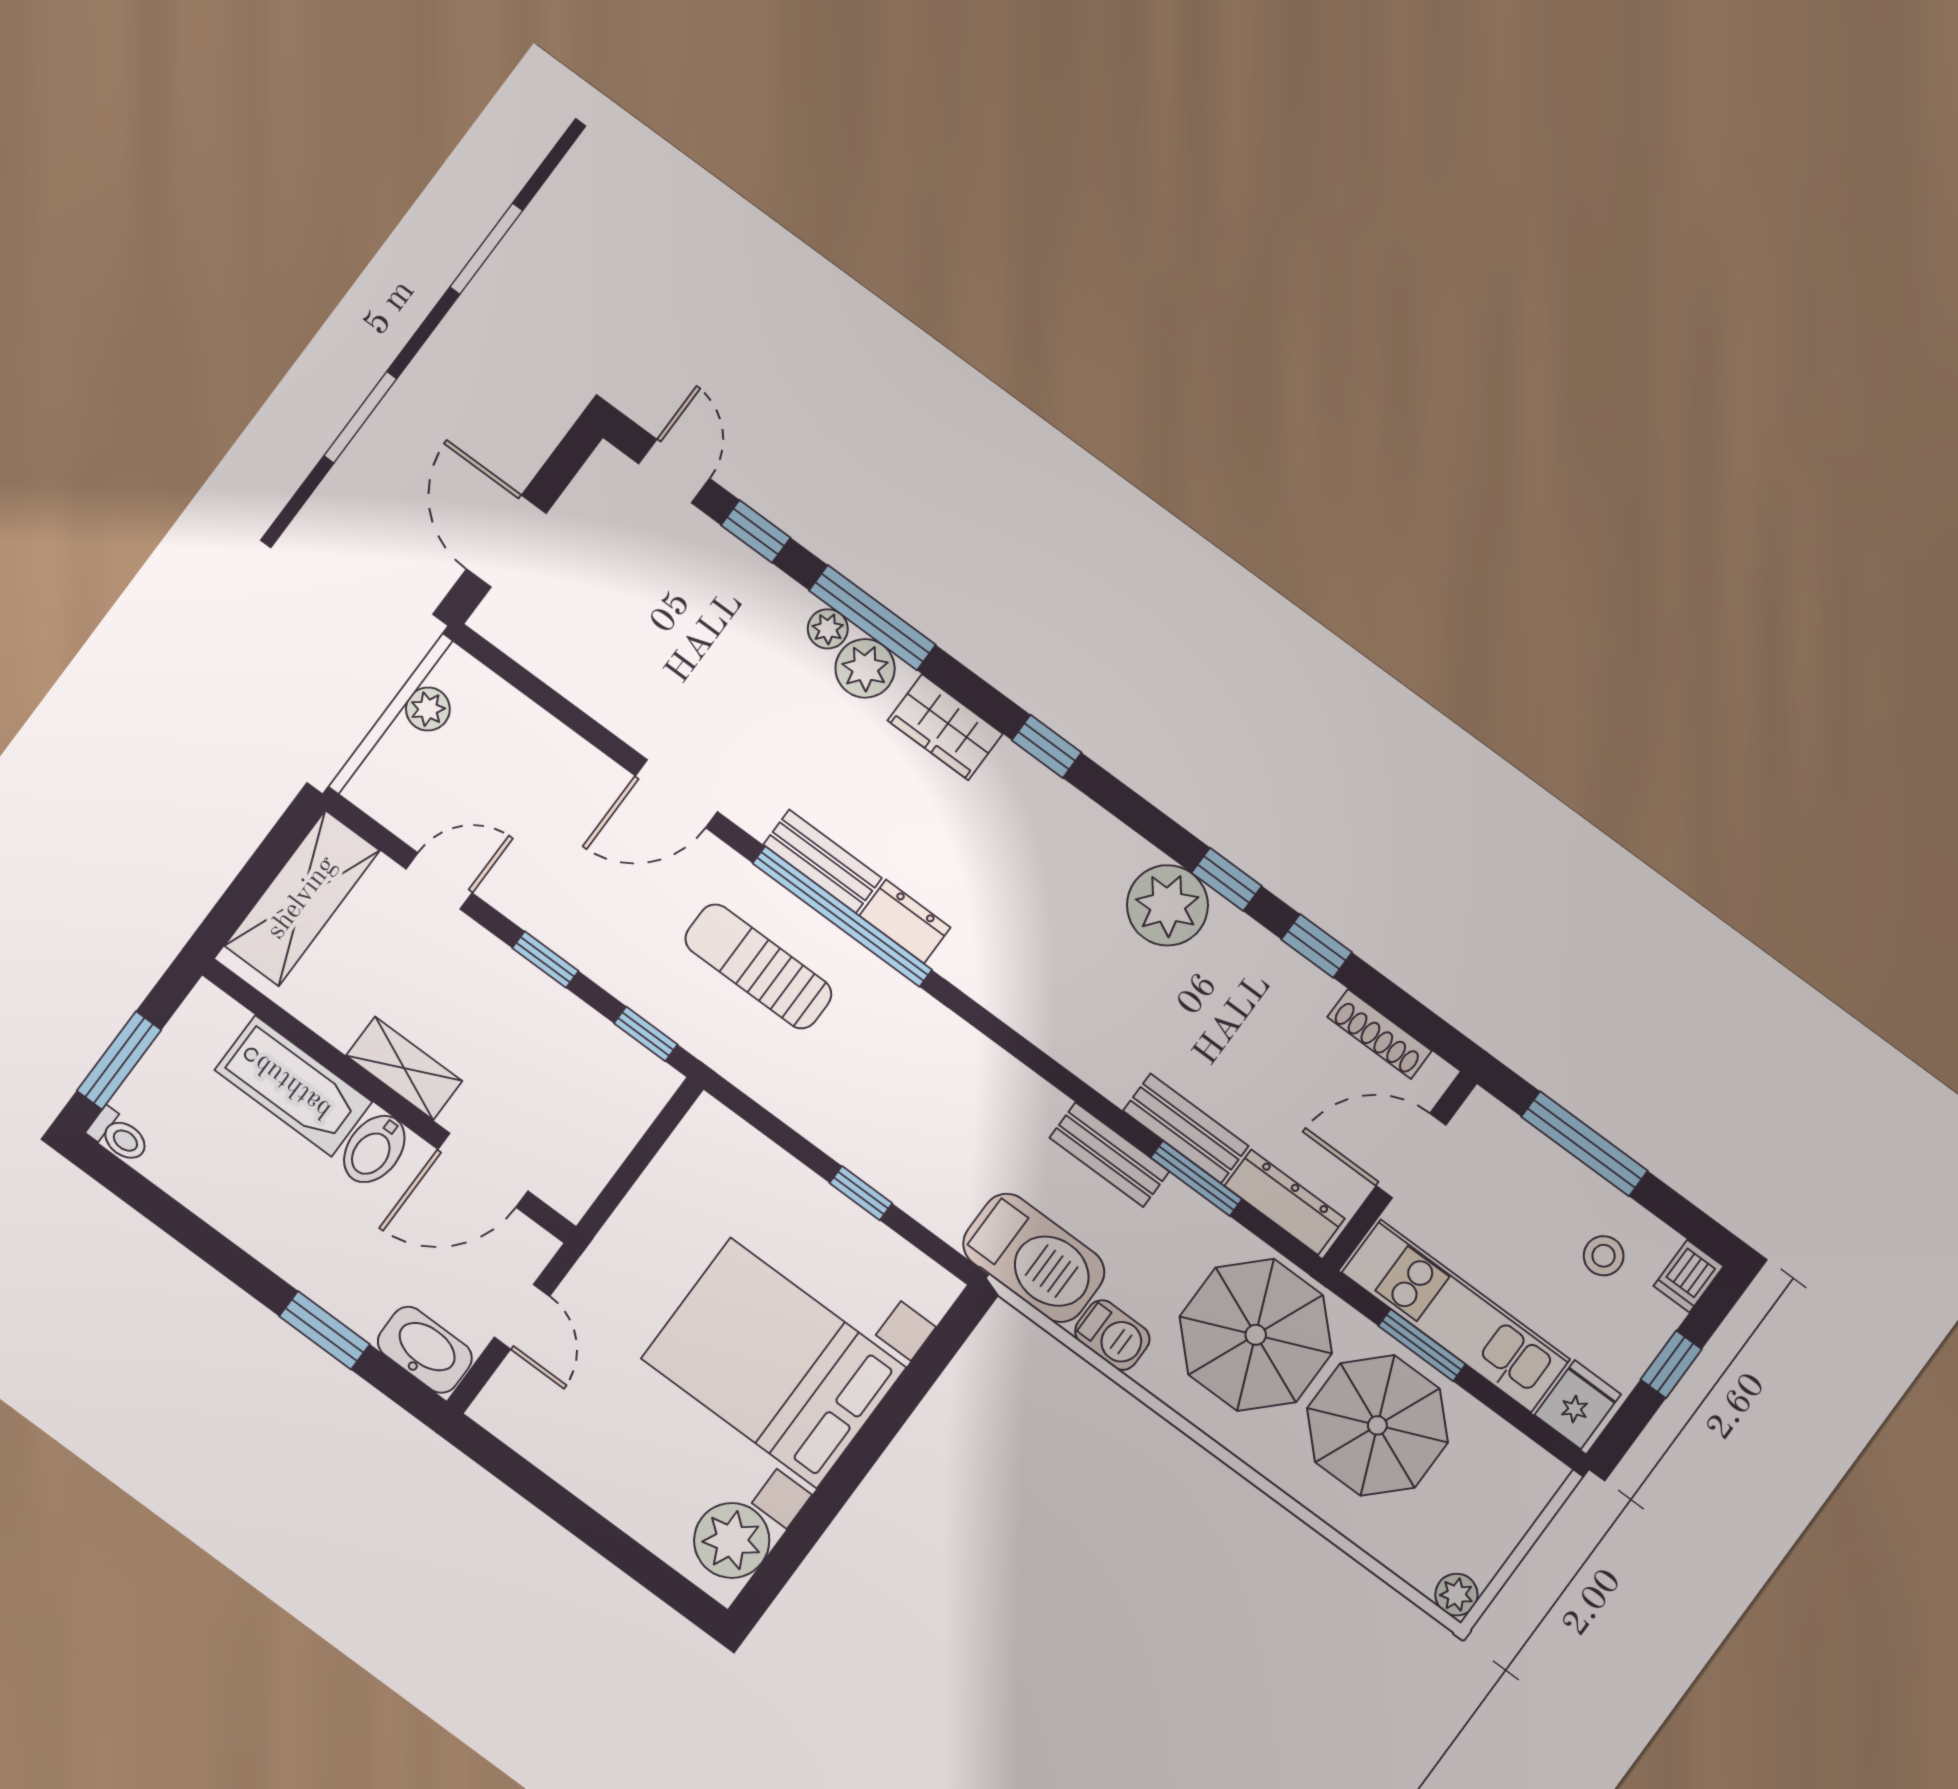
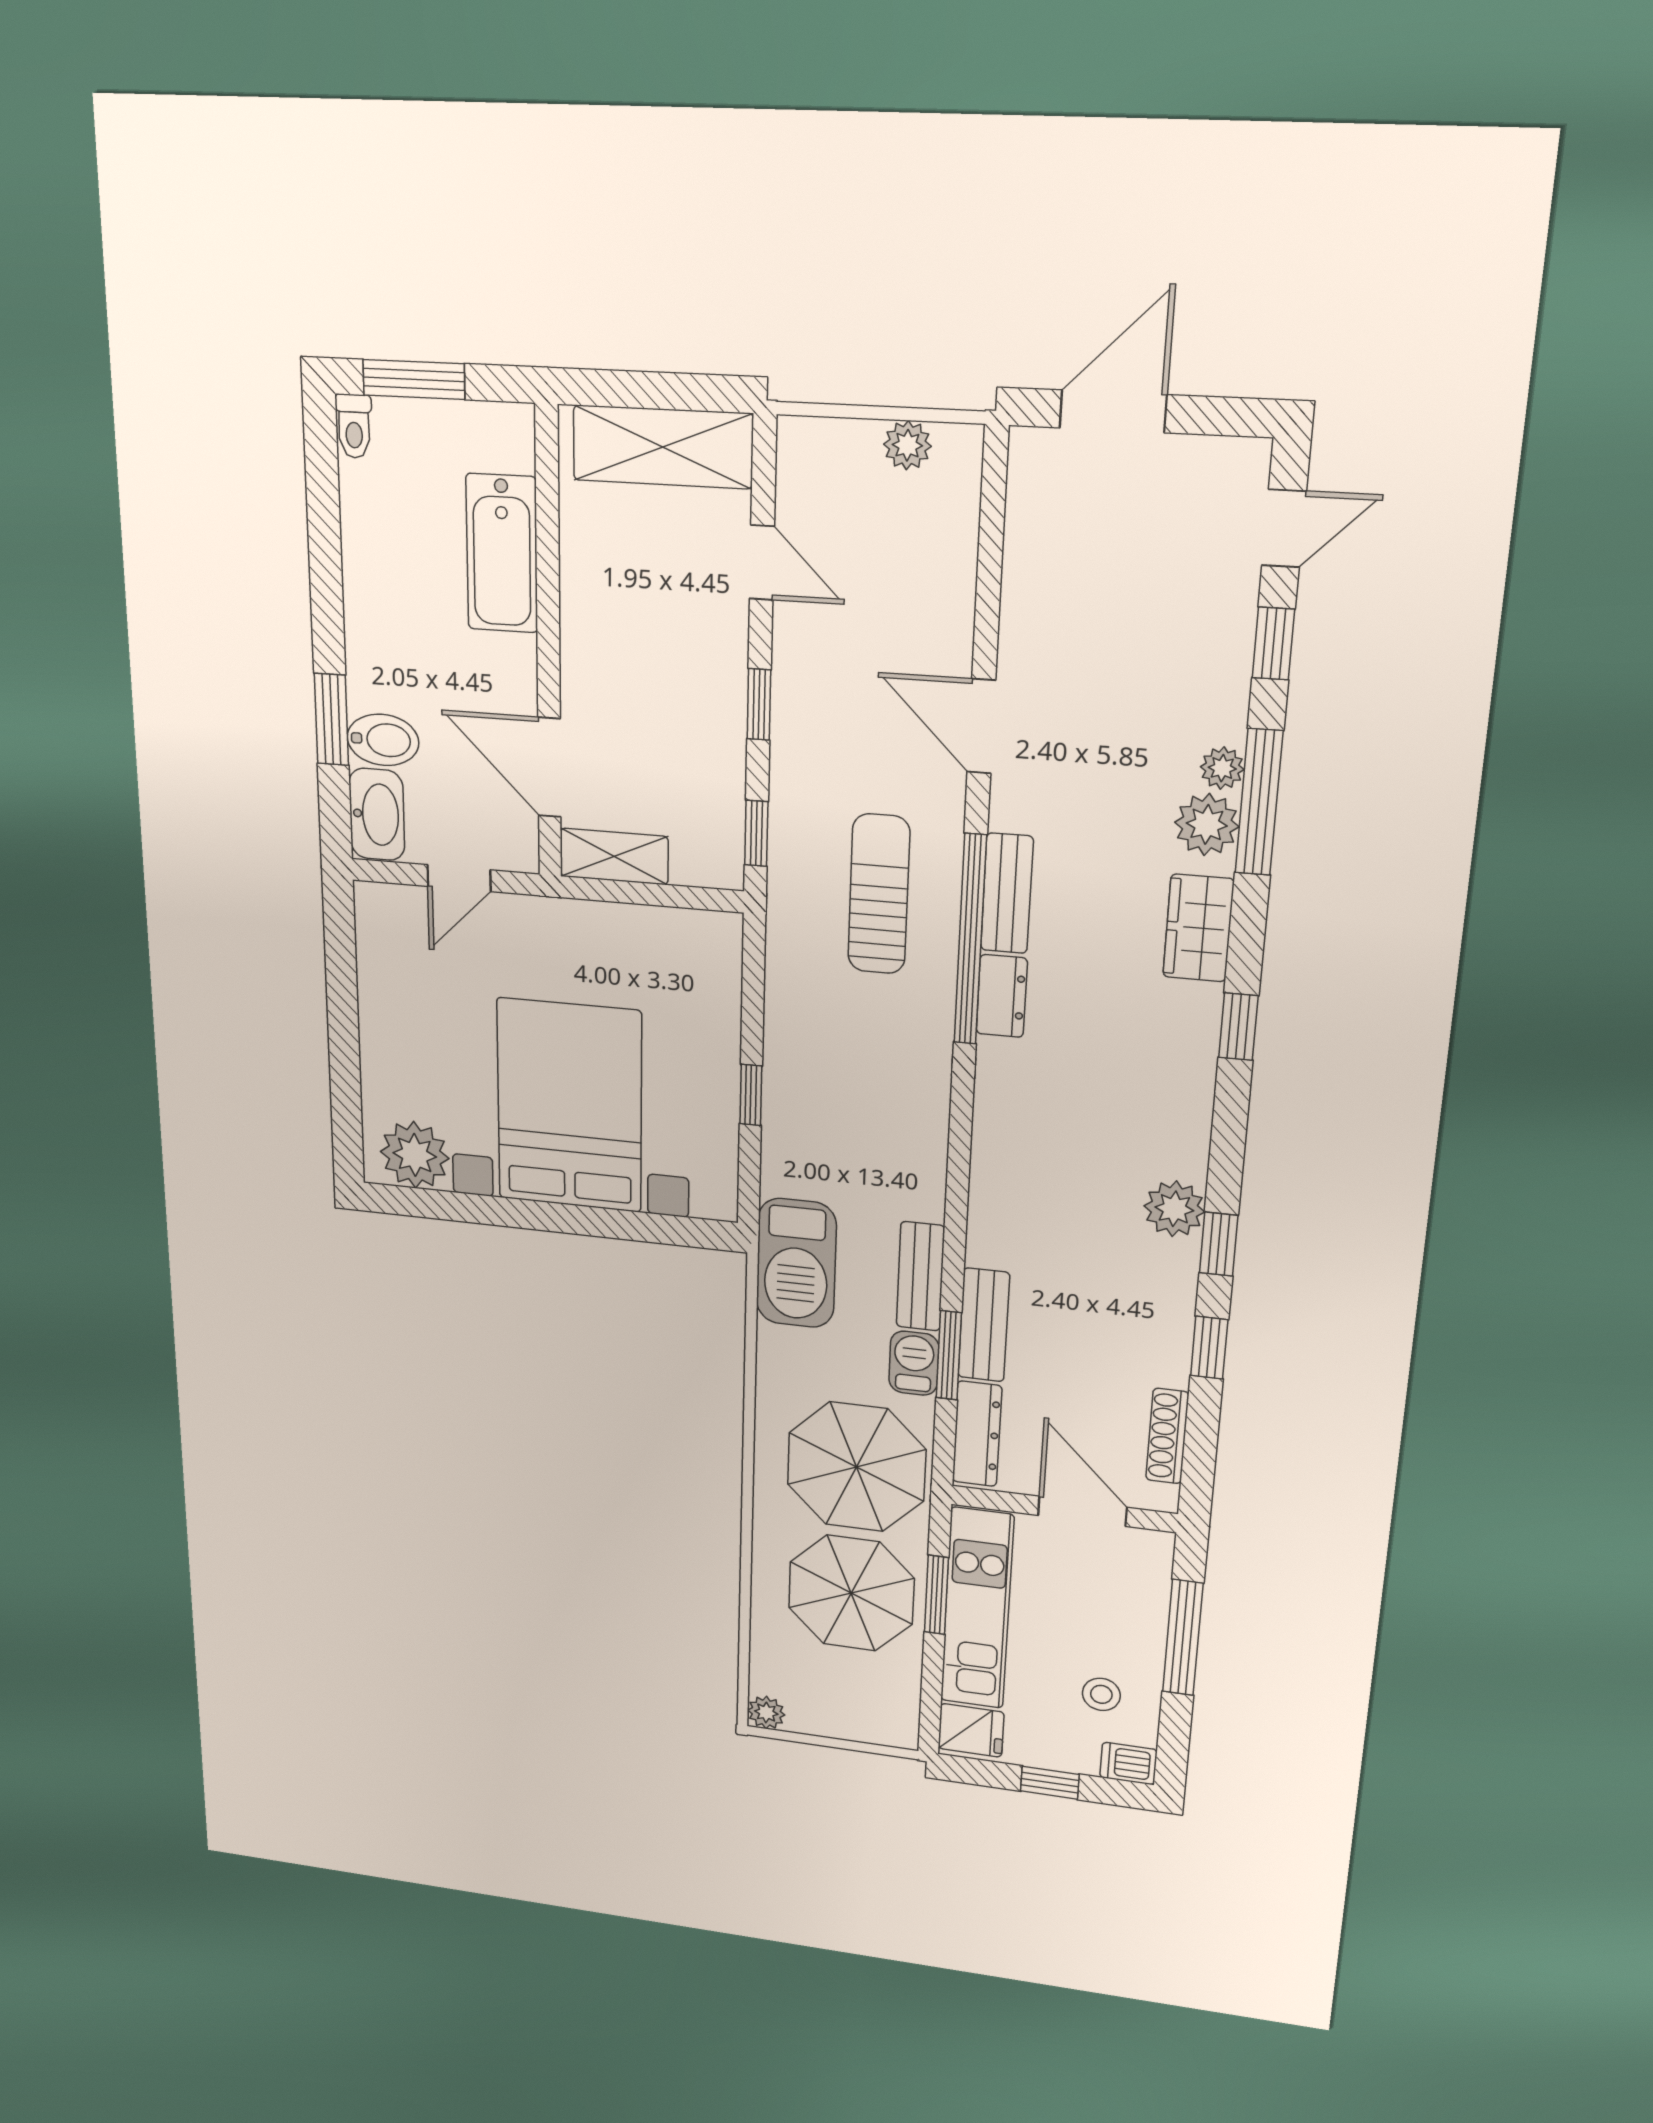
plant: (1167, 905) -> (1174, 1209), width x0.73, depth x0.73
shelving: (404, 1068) -> (614, 856), moved, turned 90
bidet: (374, 1149) -> (383, 740), moved, turned 180
barbecue: (1112, 1335) -> (914, 1363), moved, turned 180

